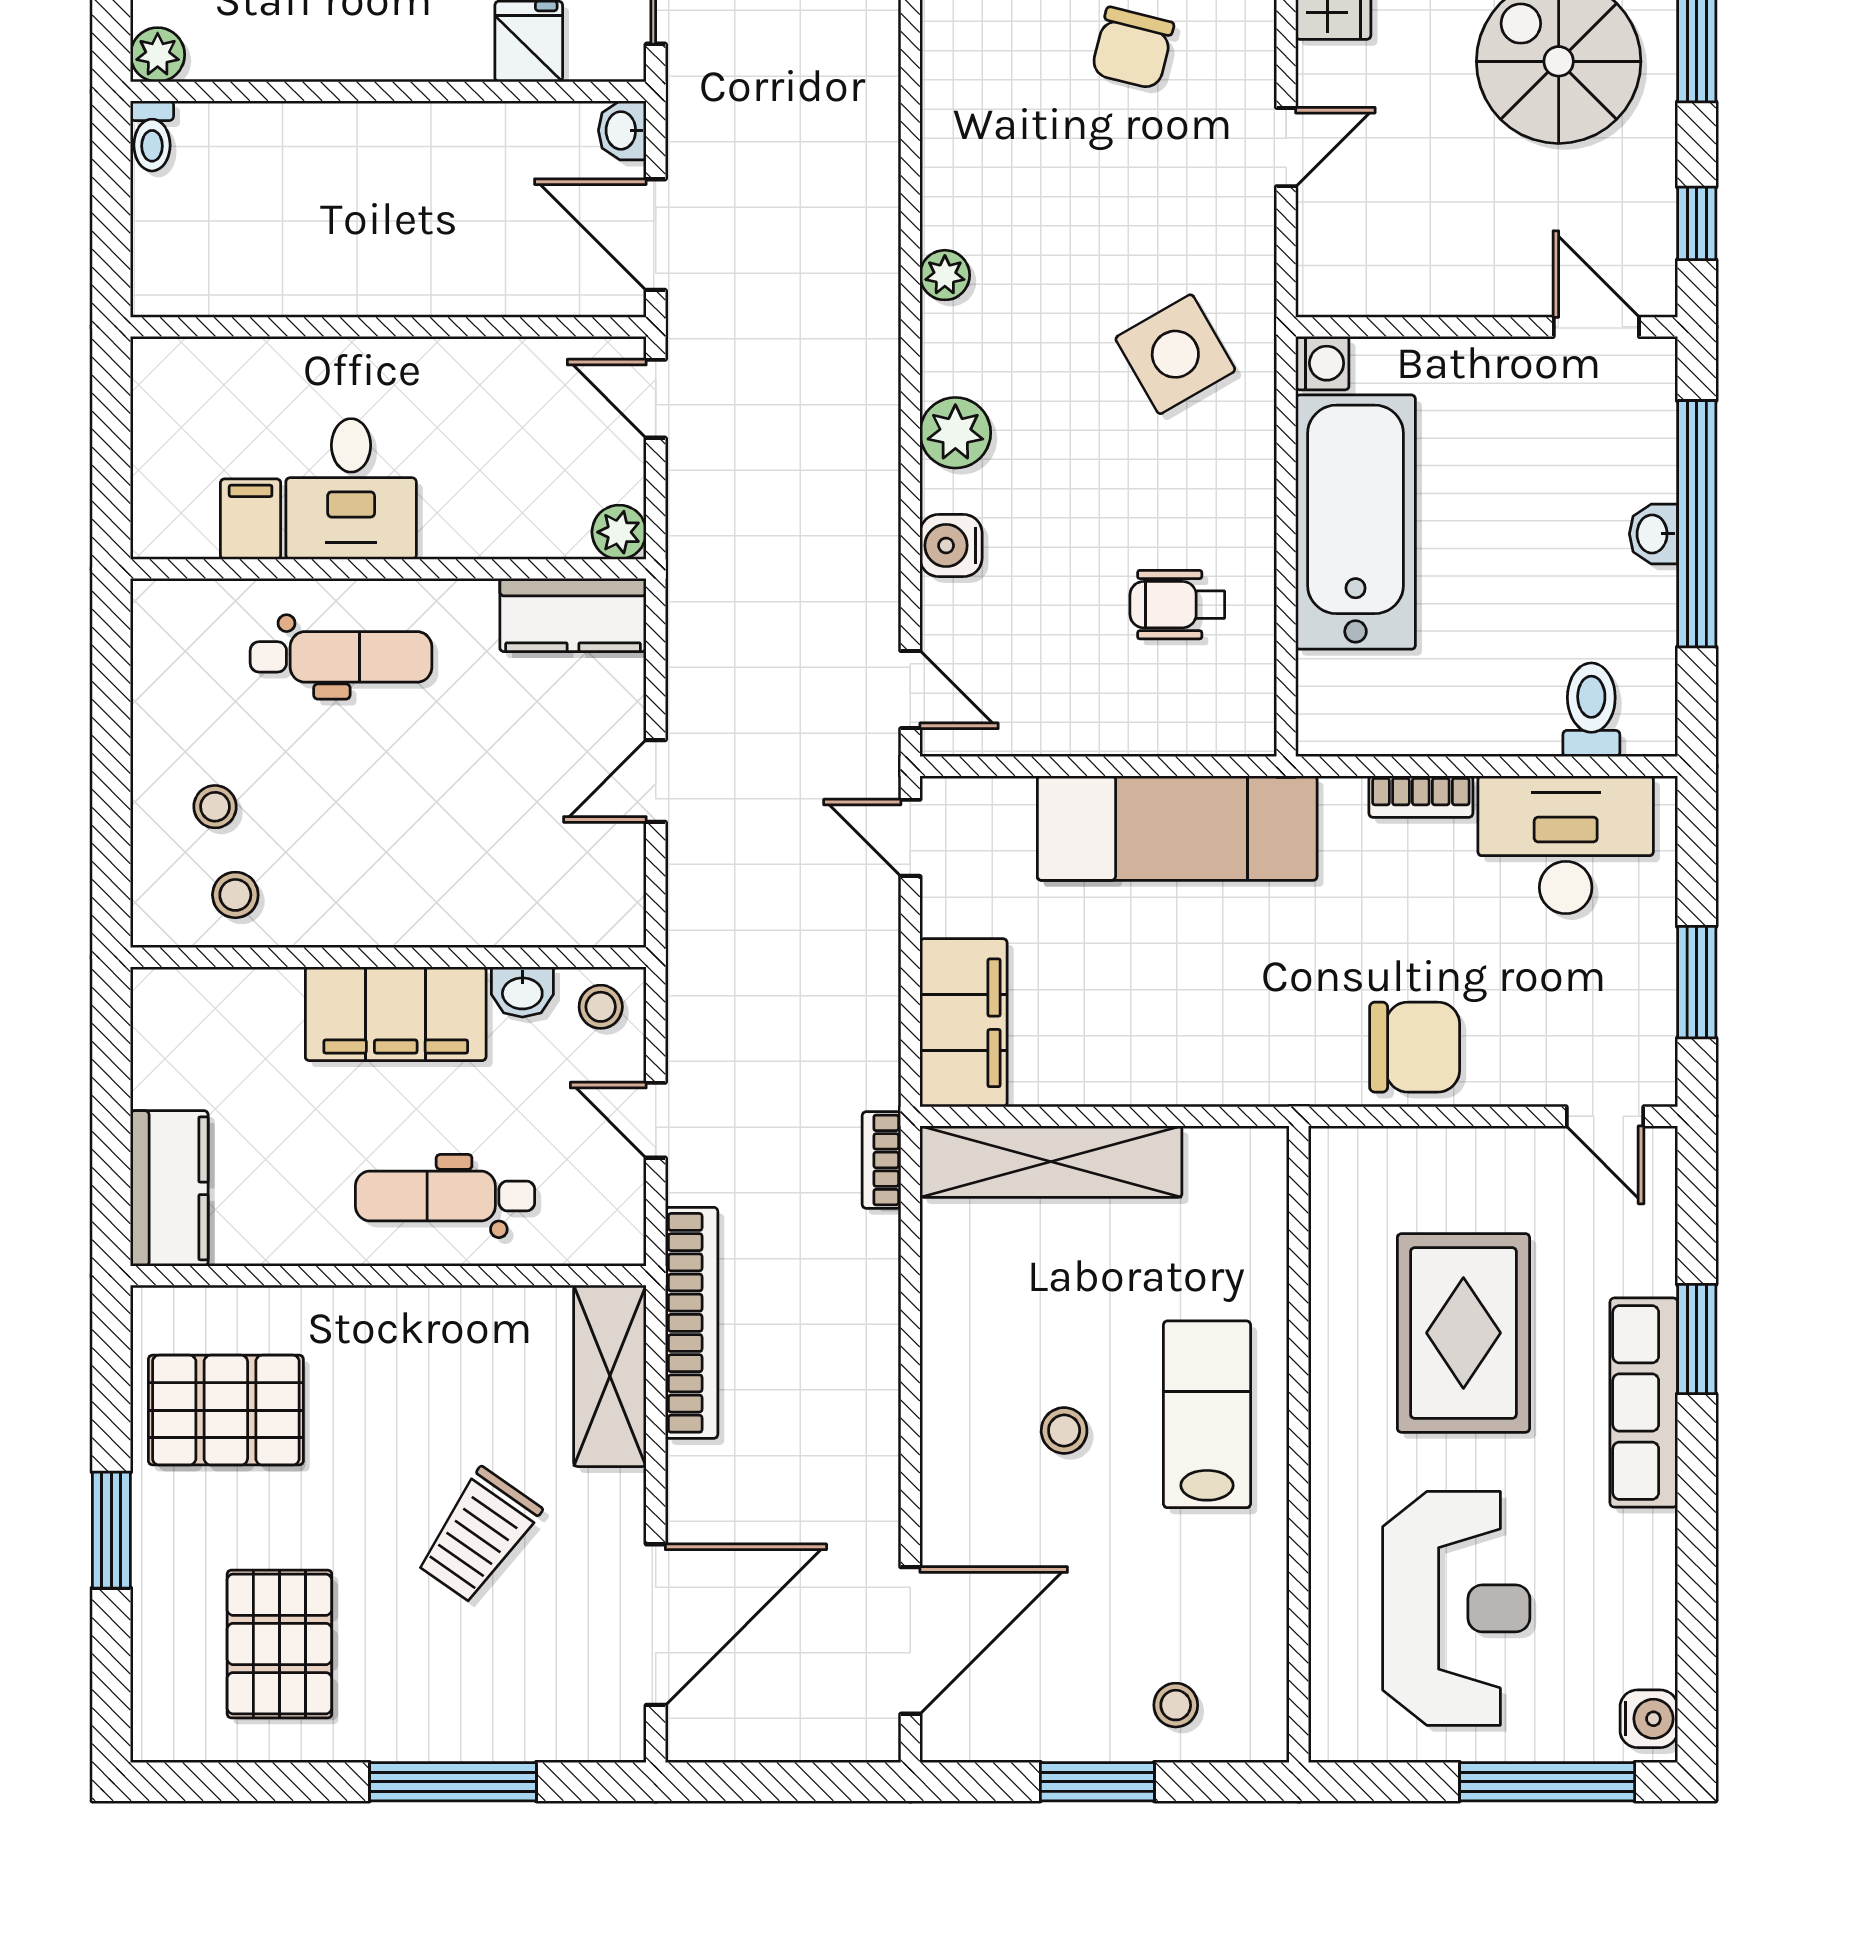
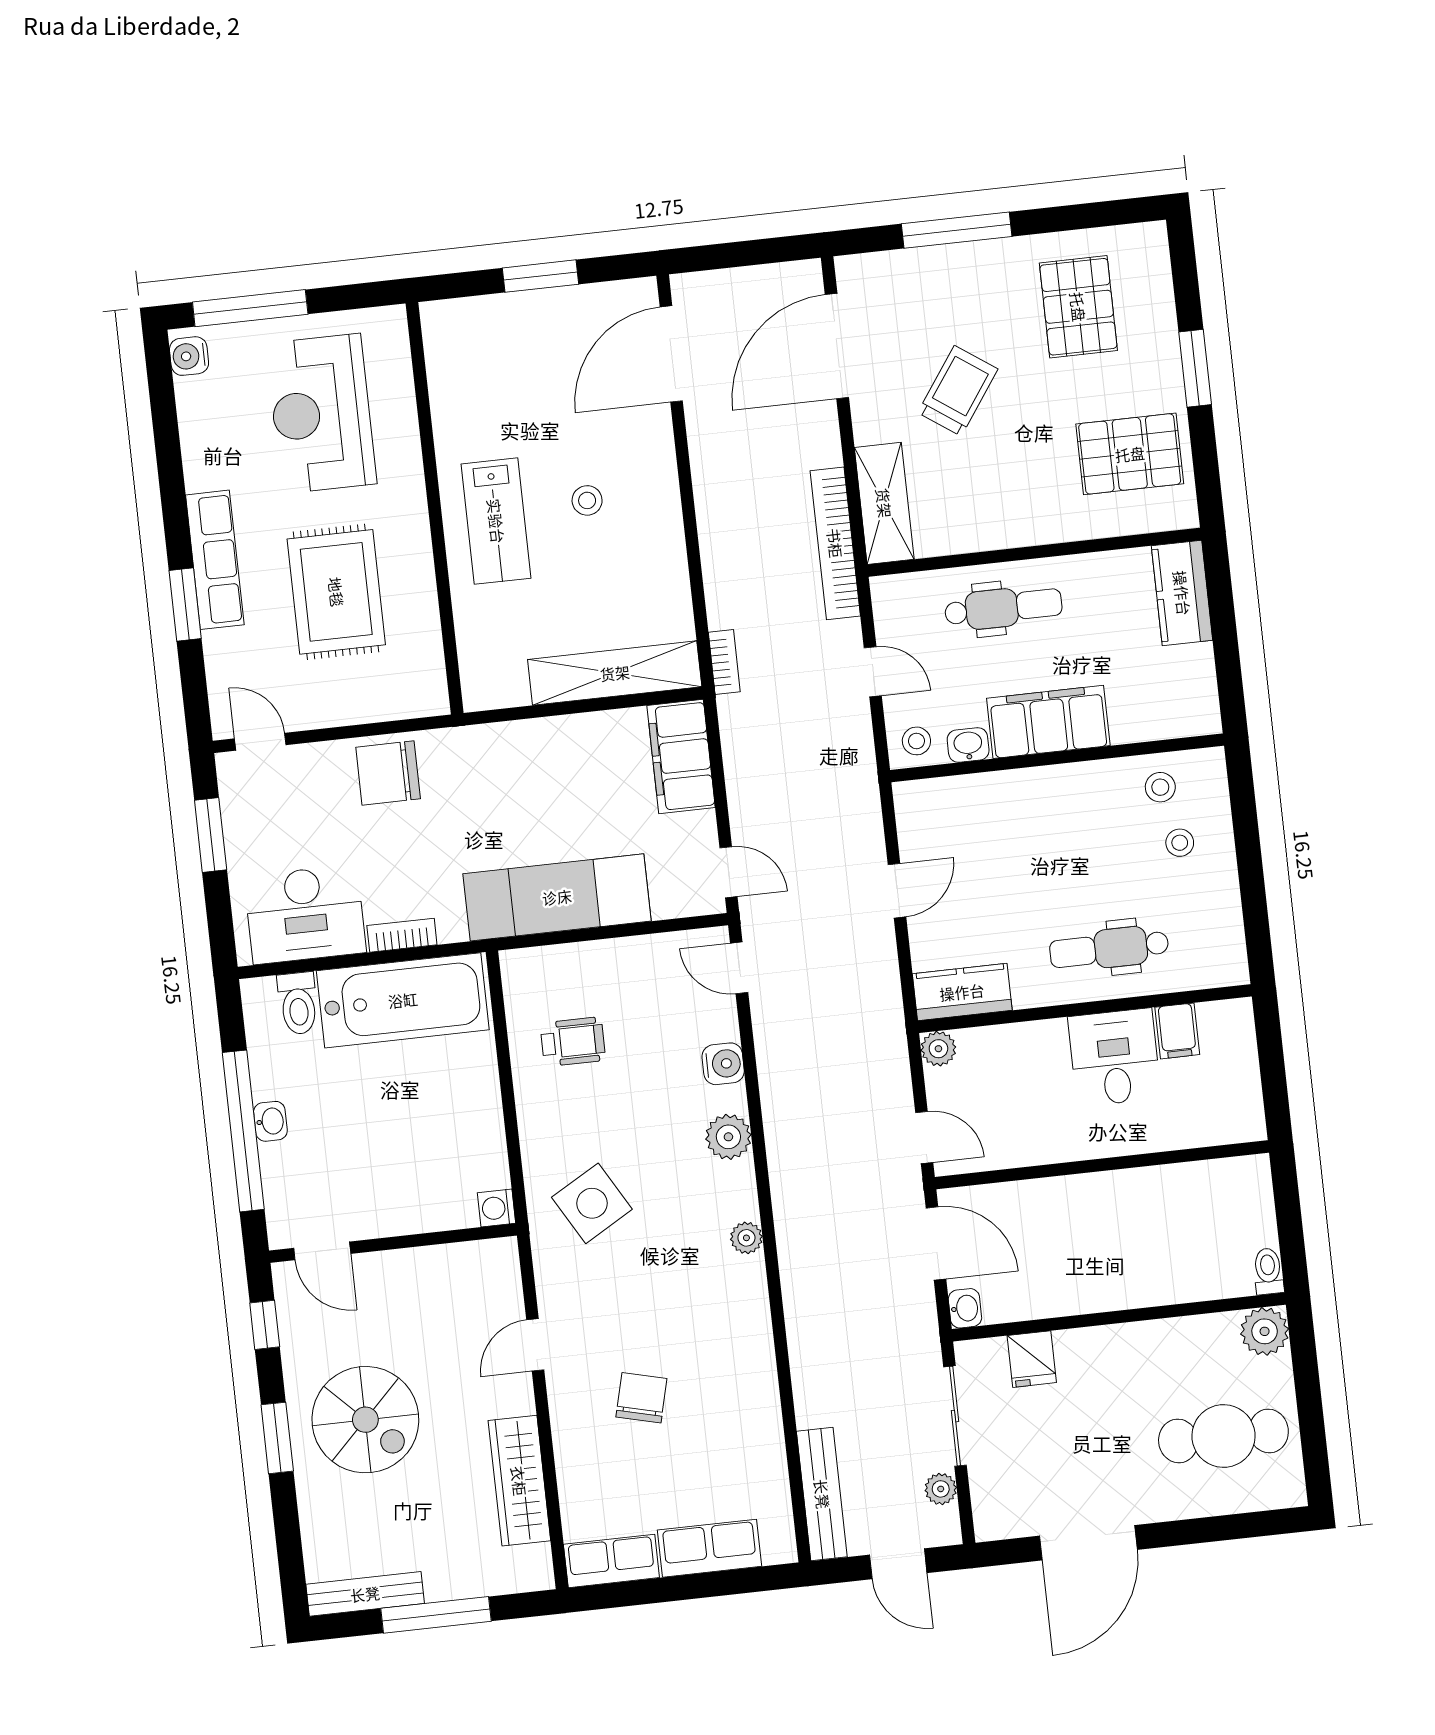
plant: (158, 55) -> (1265, 1331), width x1.38, depth x1.38
bathtub: (1356, 522) -> (403, 1000), moved, turned -90
stool: (1176, 1705) -> (495, 331), removed

